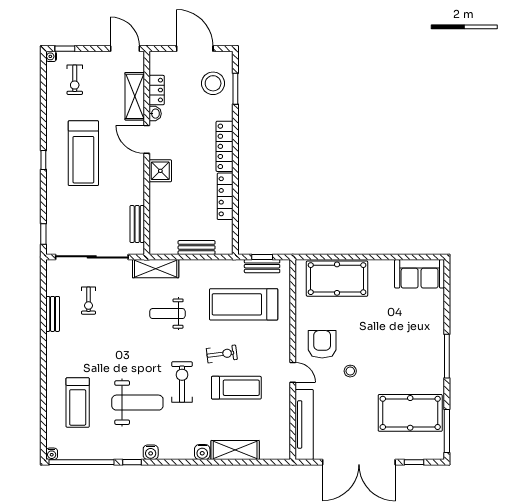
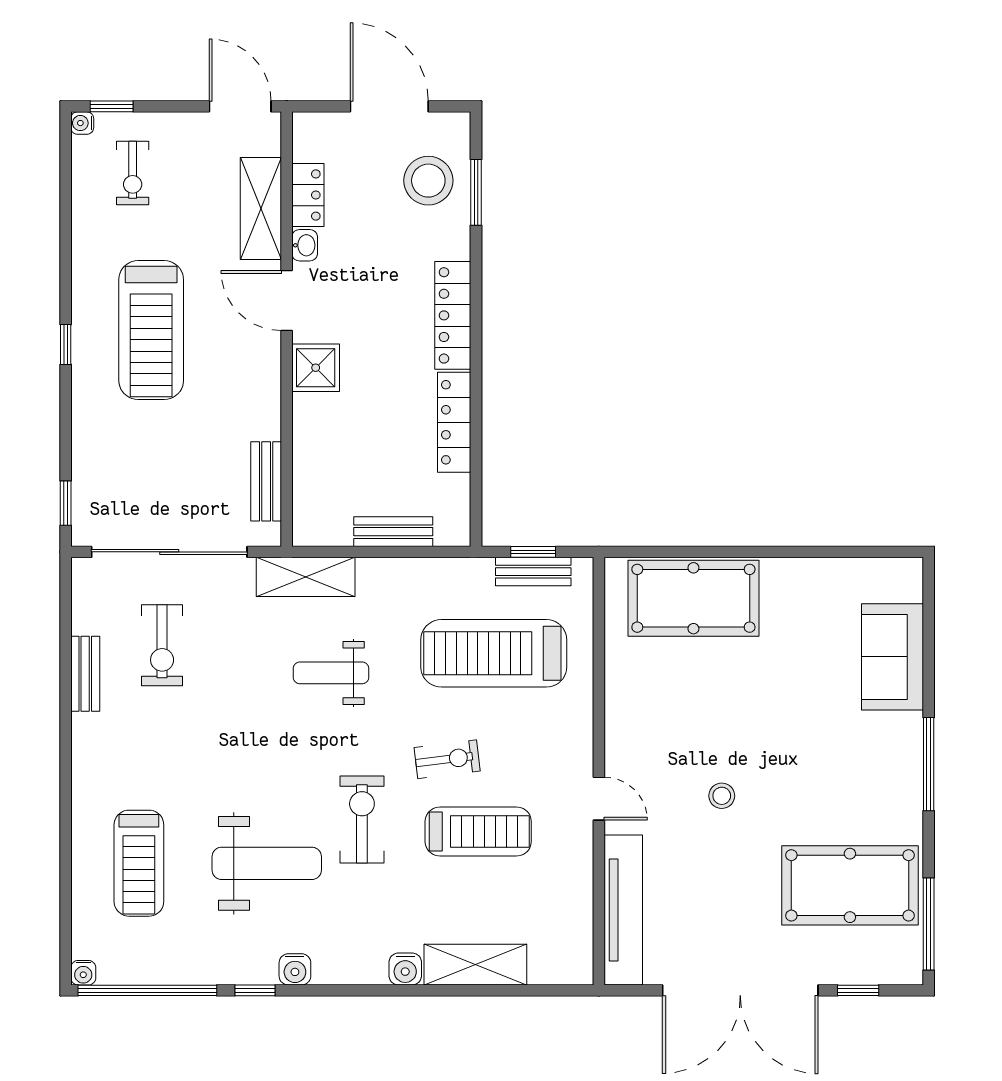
sofa: (420, 274) -> (892, 657), moved, turned 90
exercise bike: (88, 301) -> (162, 645), width x1.38, depth x1.39
armchair: (322, 344) -> (662, 739), removed

